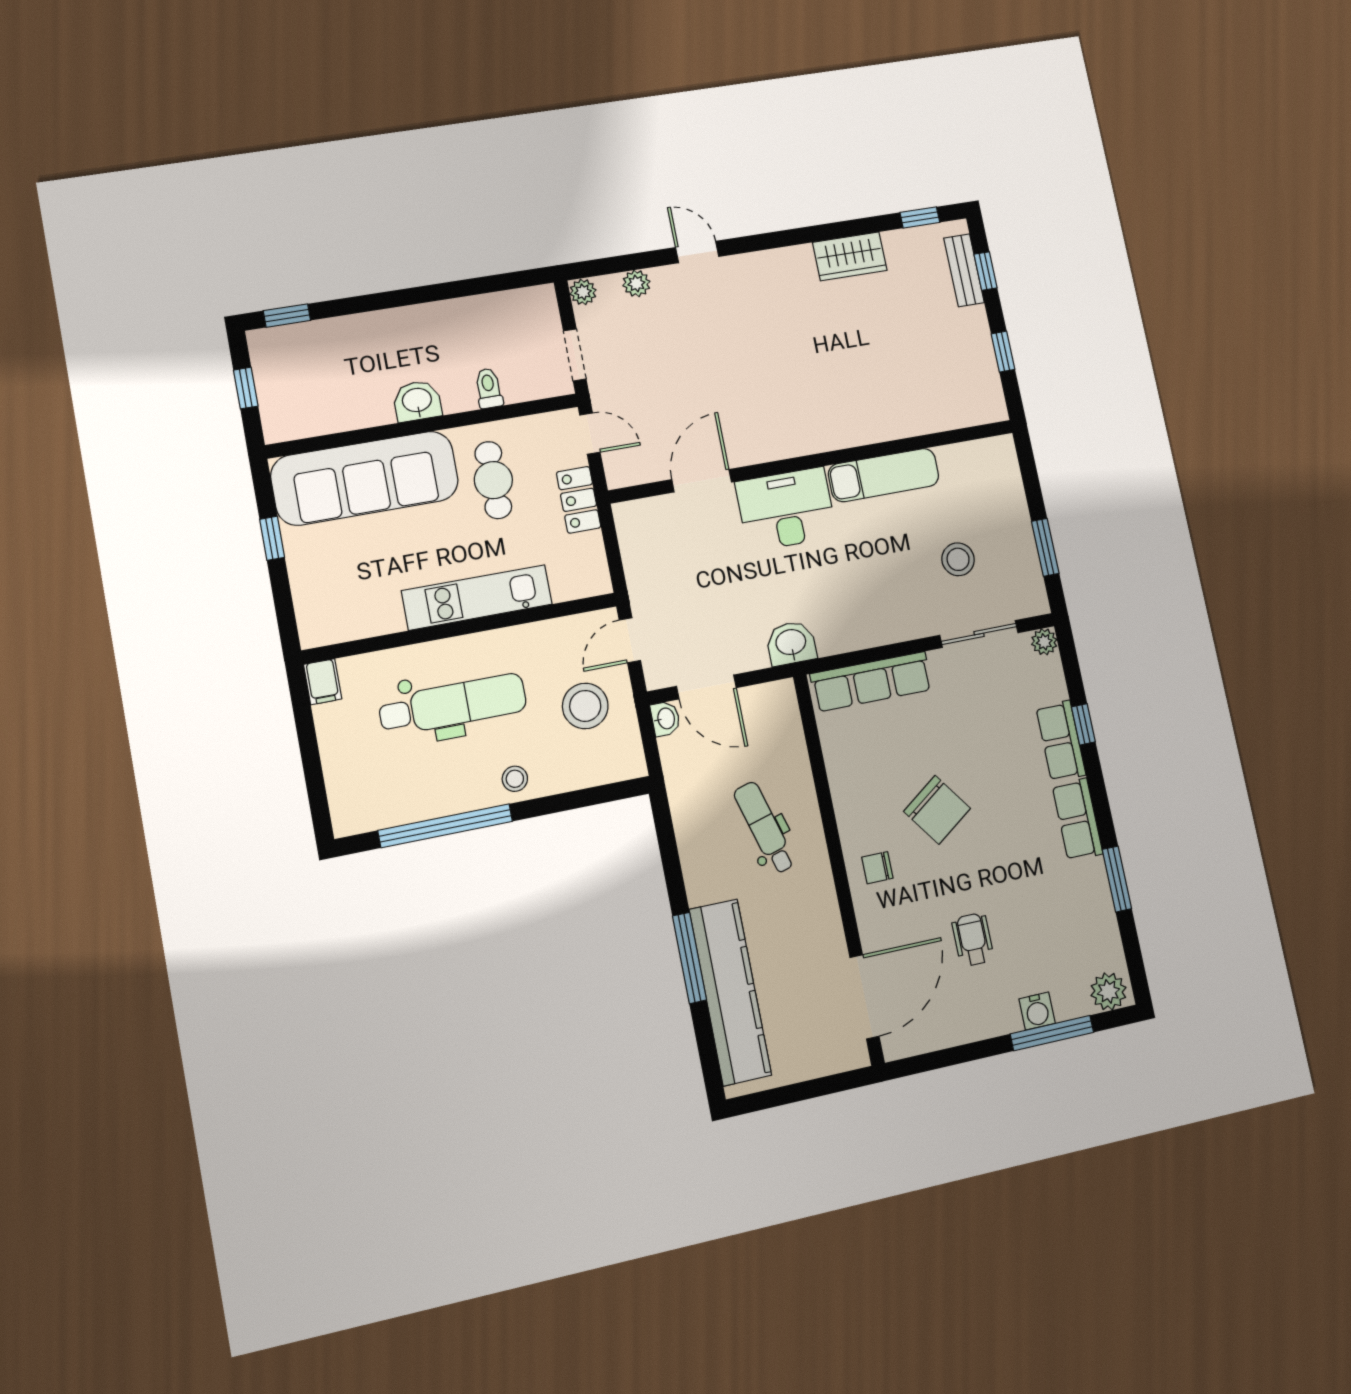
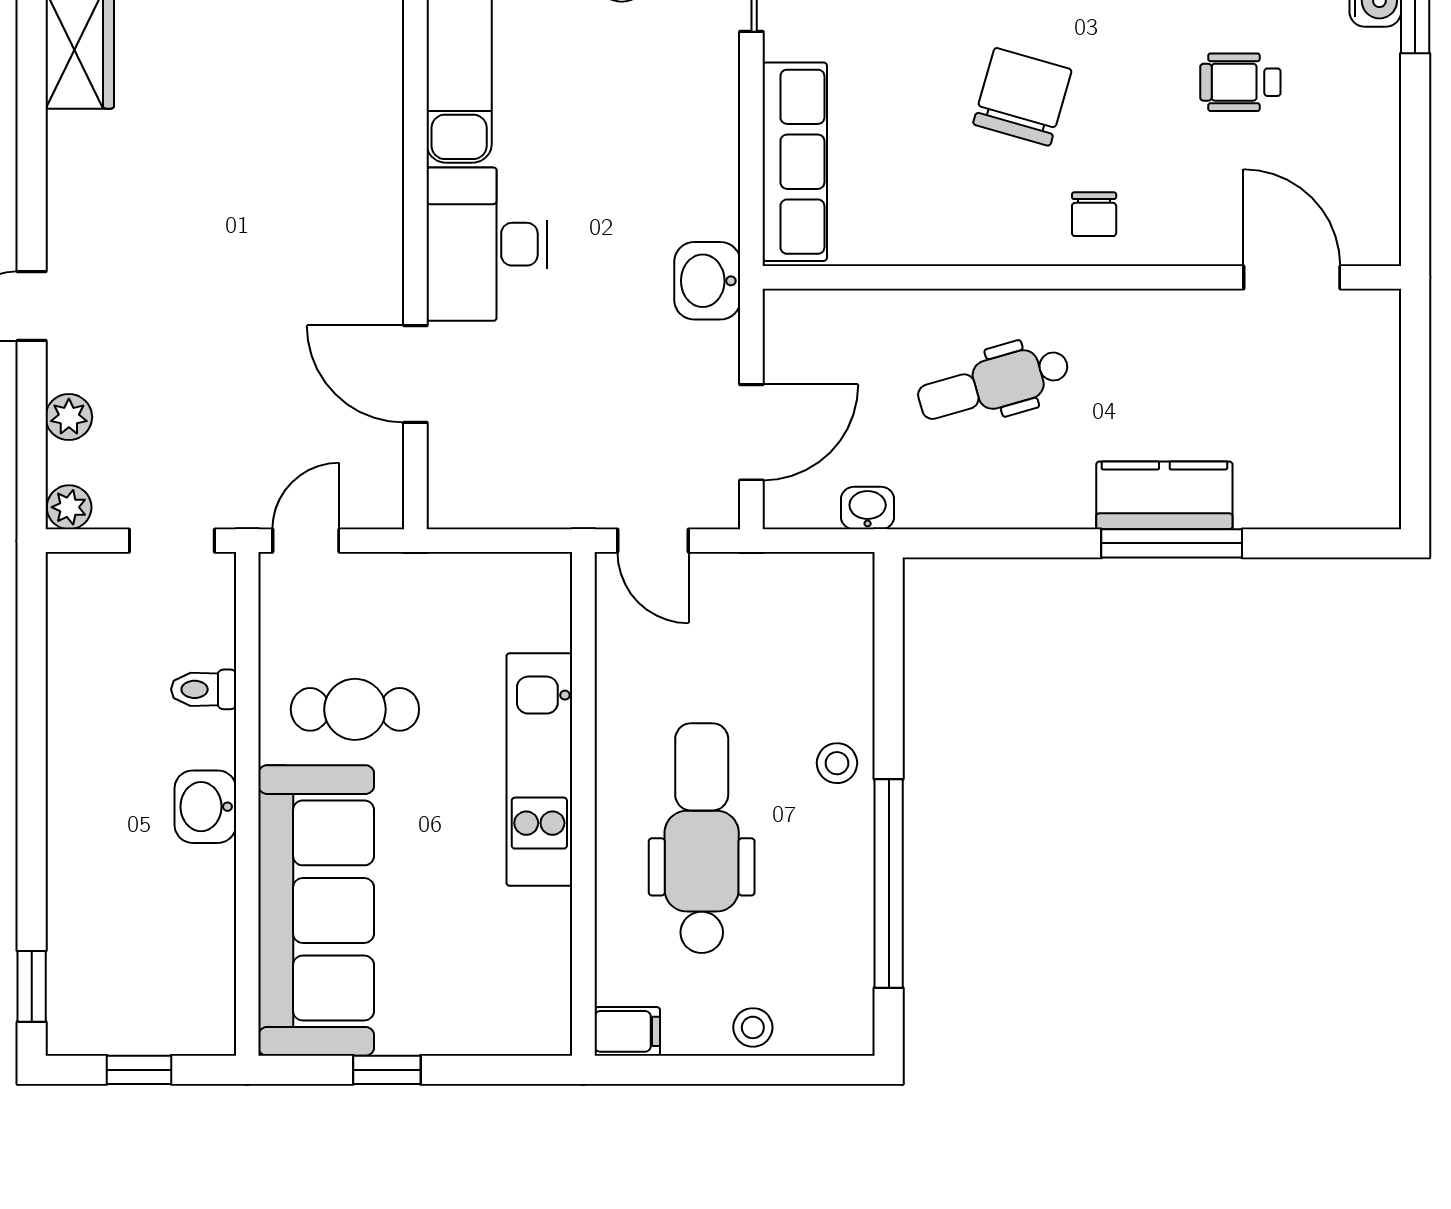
locker: (579, 500) -> (411, 579), removed
stool: (585, 706) -> (753, 1027), moved, width x0.53, depth x0.53
washbasin: (665, 719) -> (868, 508), moved
chair: (937, 810) -> (1022, 97), turned -38
kitchen counter: (730, 992) -> (1164, 495), width x0.48, depth x0.86
door: (865, 997) -> (1292, 277), width x0.73

